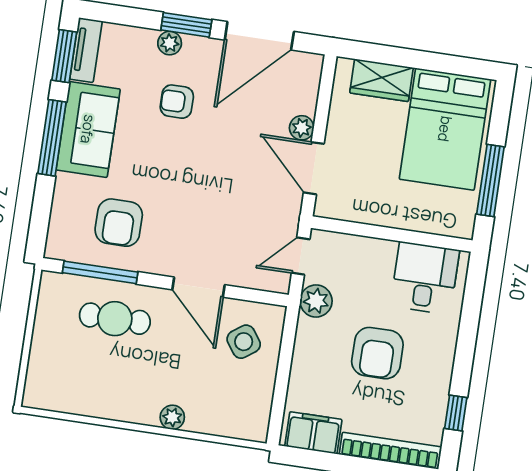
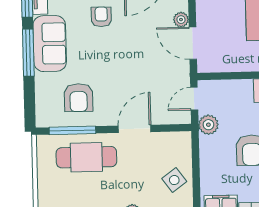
armchair: (177, 102) -> (101, 17), turned 90
door: (198, 287) -> (135, 129), swing flipped
cafe table: (115, 319) -> (86, 157), width x1.37, depth x1.35
side table: (244, 342) -> (174, 180), moved

